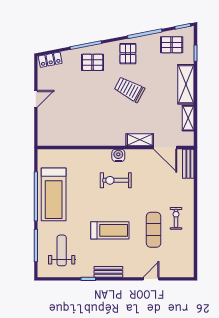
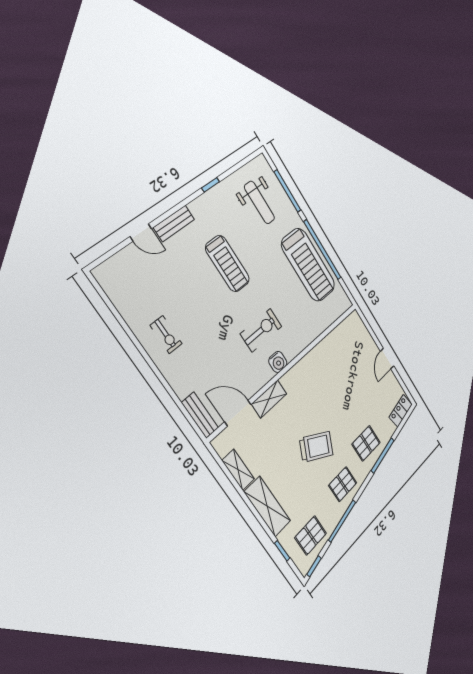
pallet: (128, 54) -> (343, 484), turned 90
treadmill: (54, 194) -> (308, 265), turned 180
treadmill: (110, 230) -> (228, 264), turned -90
exercise mat: (154, 230) -> (181, 300), removed
bench: (108, 272) -> (174, 223), moved
door: (151, 279) -> (141, 233), hinge flipped

